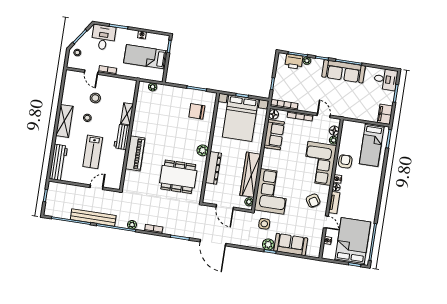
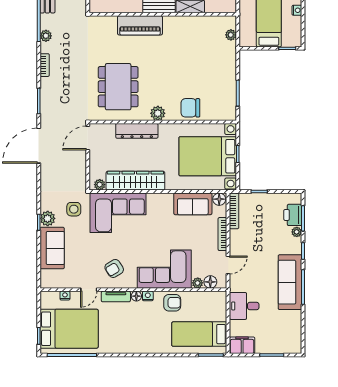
desk: (386, 79) -> (244, 306), moved, turned 90
chair: (197, 111) -> (190, 108), moved, turned -90
door: (225, 207) -> (88, 138), moved

